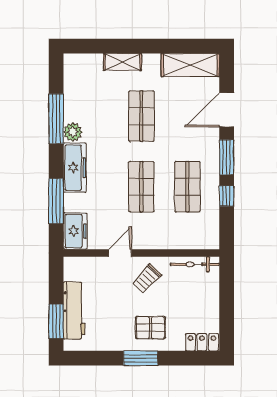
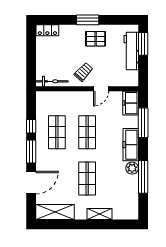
pallet: (150, 328) -> (96, 39), moved

